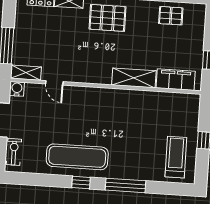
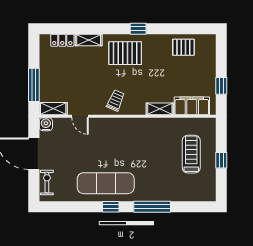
trolley: (94, 68) -> (116, 100), added
shelving: (134, 78) -> (160, 109), width x0.67, depth x0.75
treadmill: (176, 157) -> (191, 154), moved

